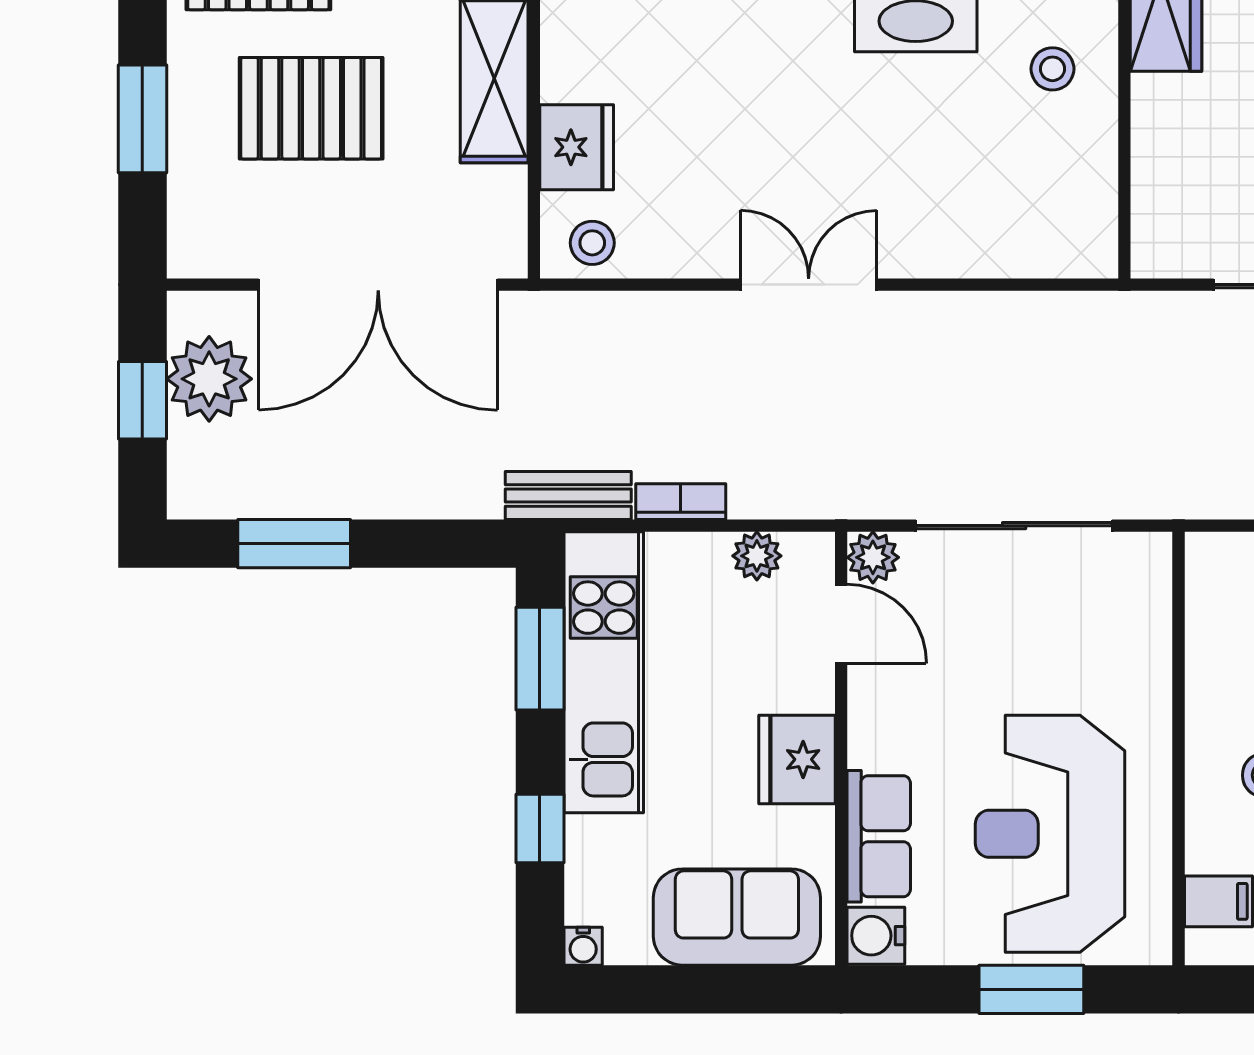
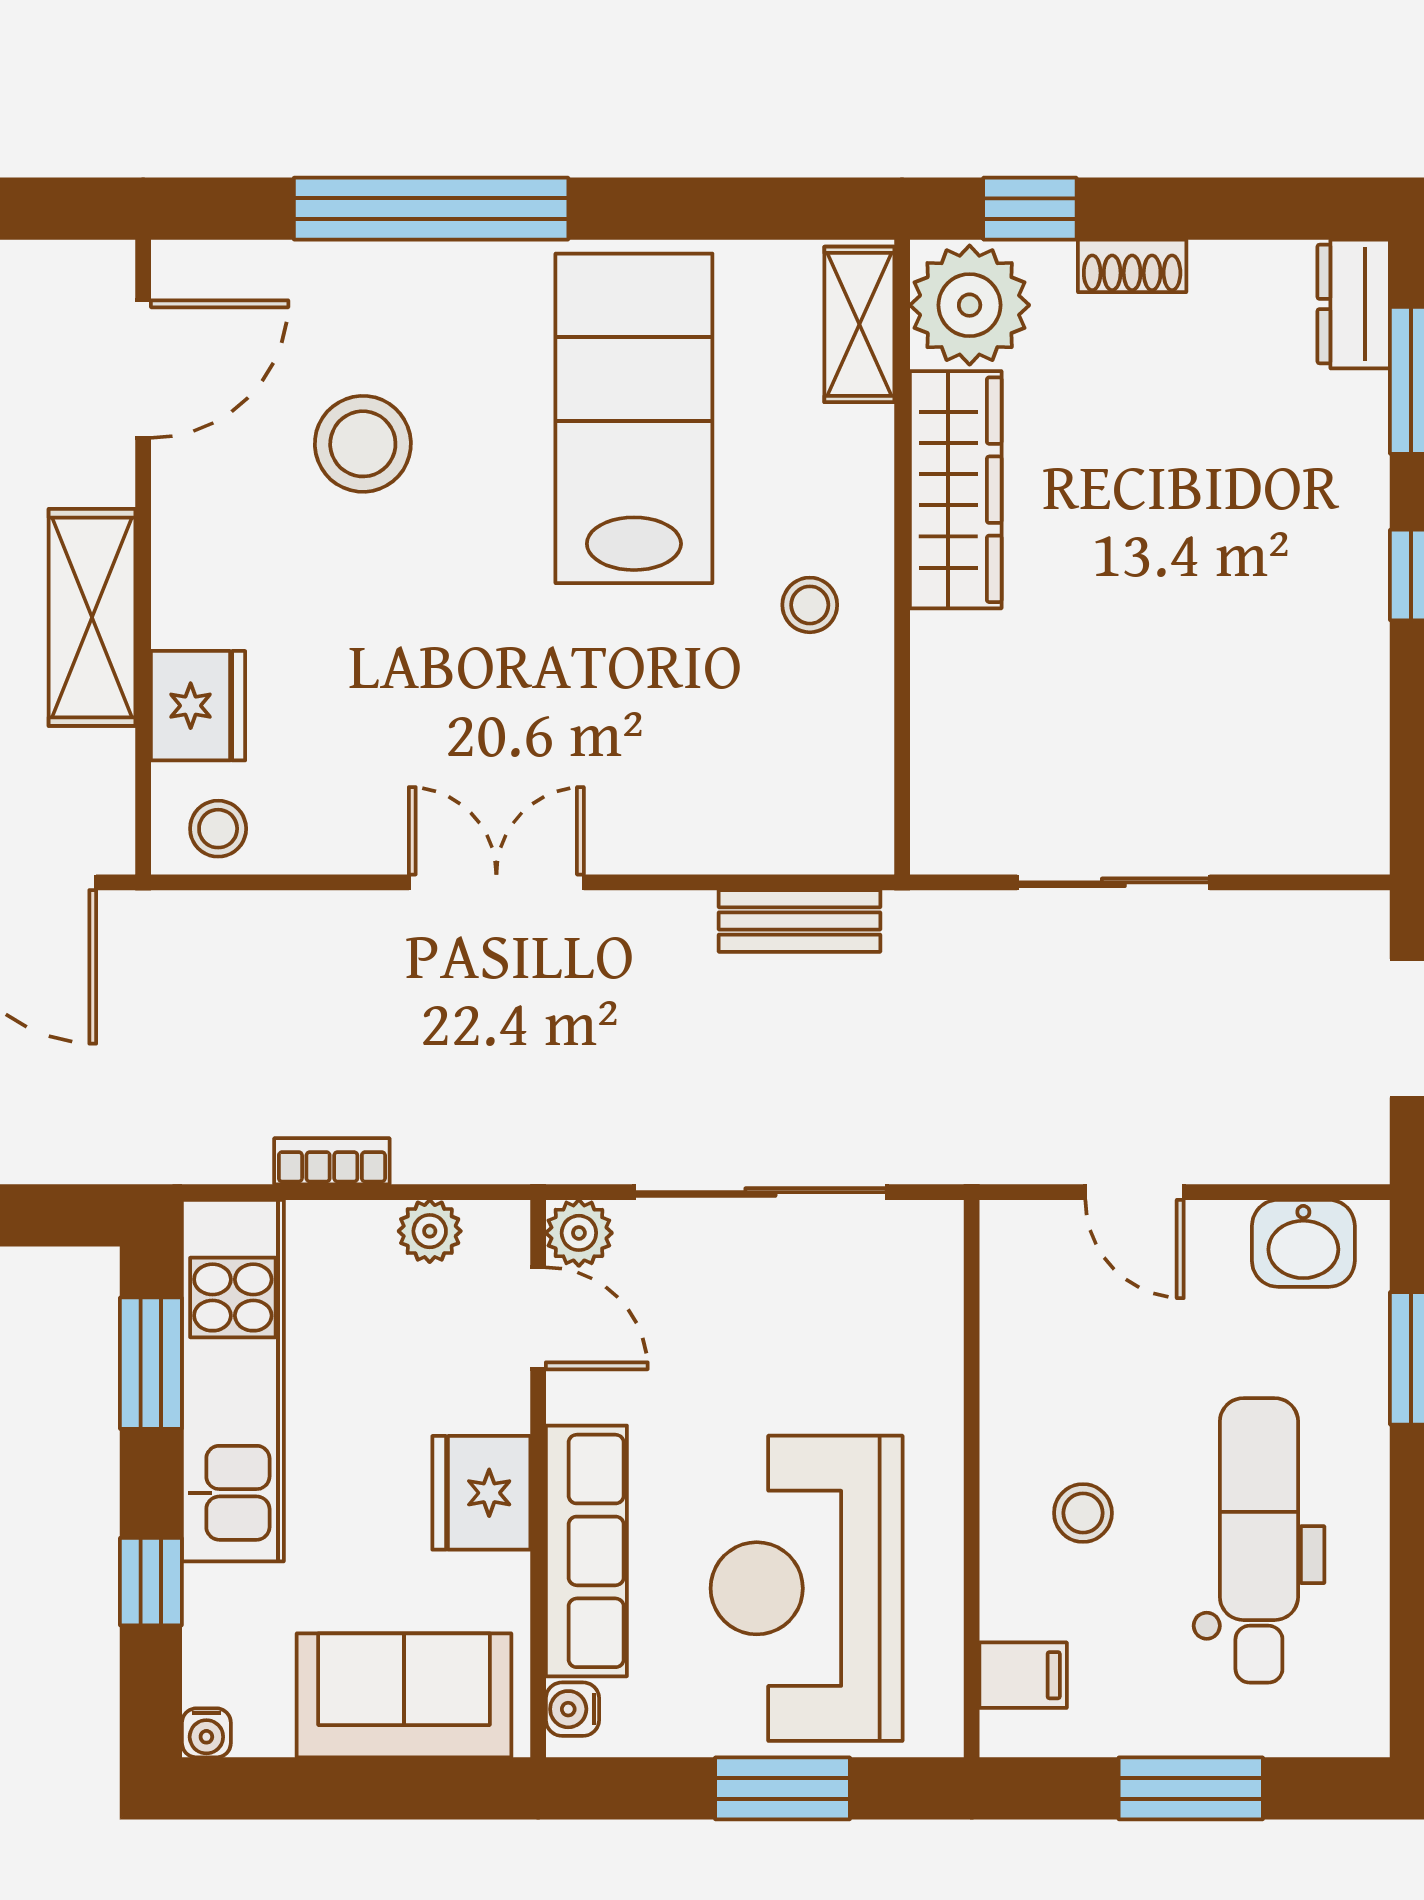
bench: (568, 496) -> (799, 921), moved
row of seats: (879, 836) -> (586, 1551), width x1.48
water cooler: (876, 936) -> (572, 1709), width x0.72, depth x0.72

